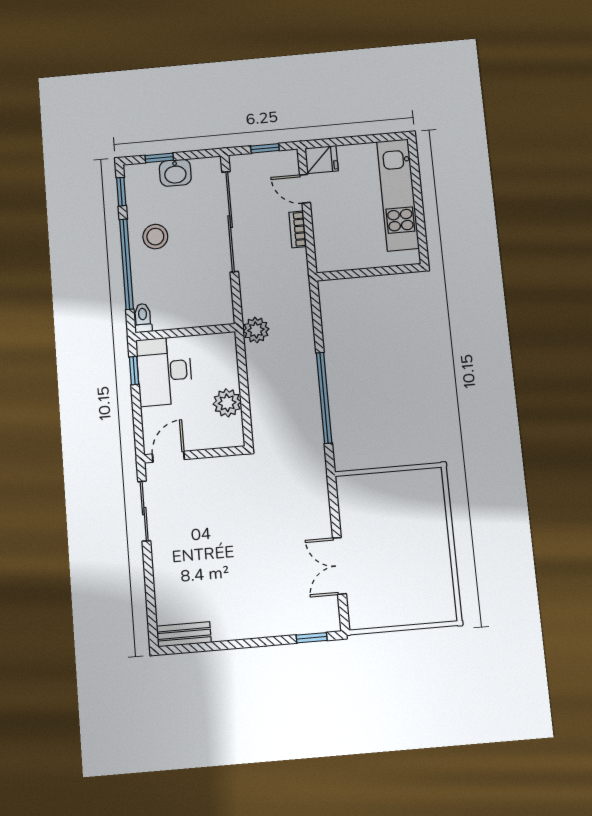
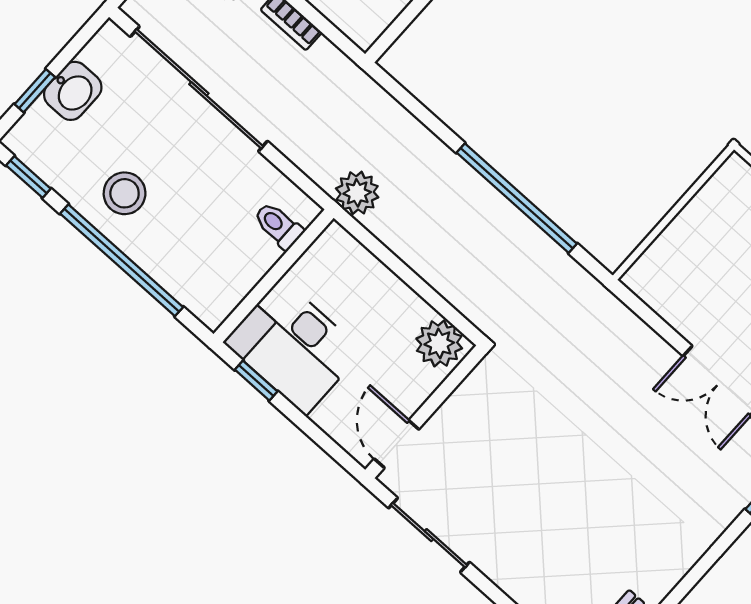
toilet: (143, 318) -> (278, 226), moved
plant: (227, 403) -> (439, 343), moved

